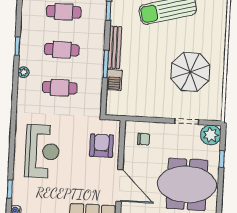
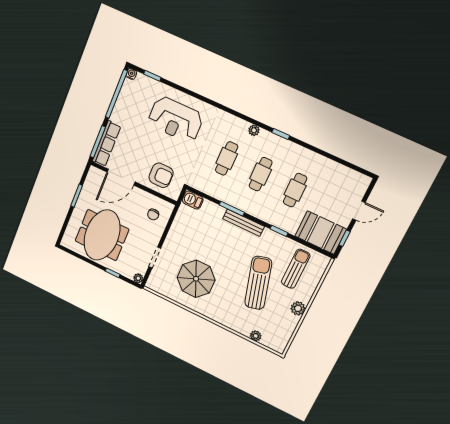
barbecue: (114, 80) -> (193, 200), moved
plant: (211, 135) -> (138, 278), width x0.53, depth x0.53

